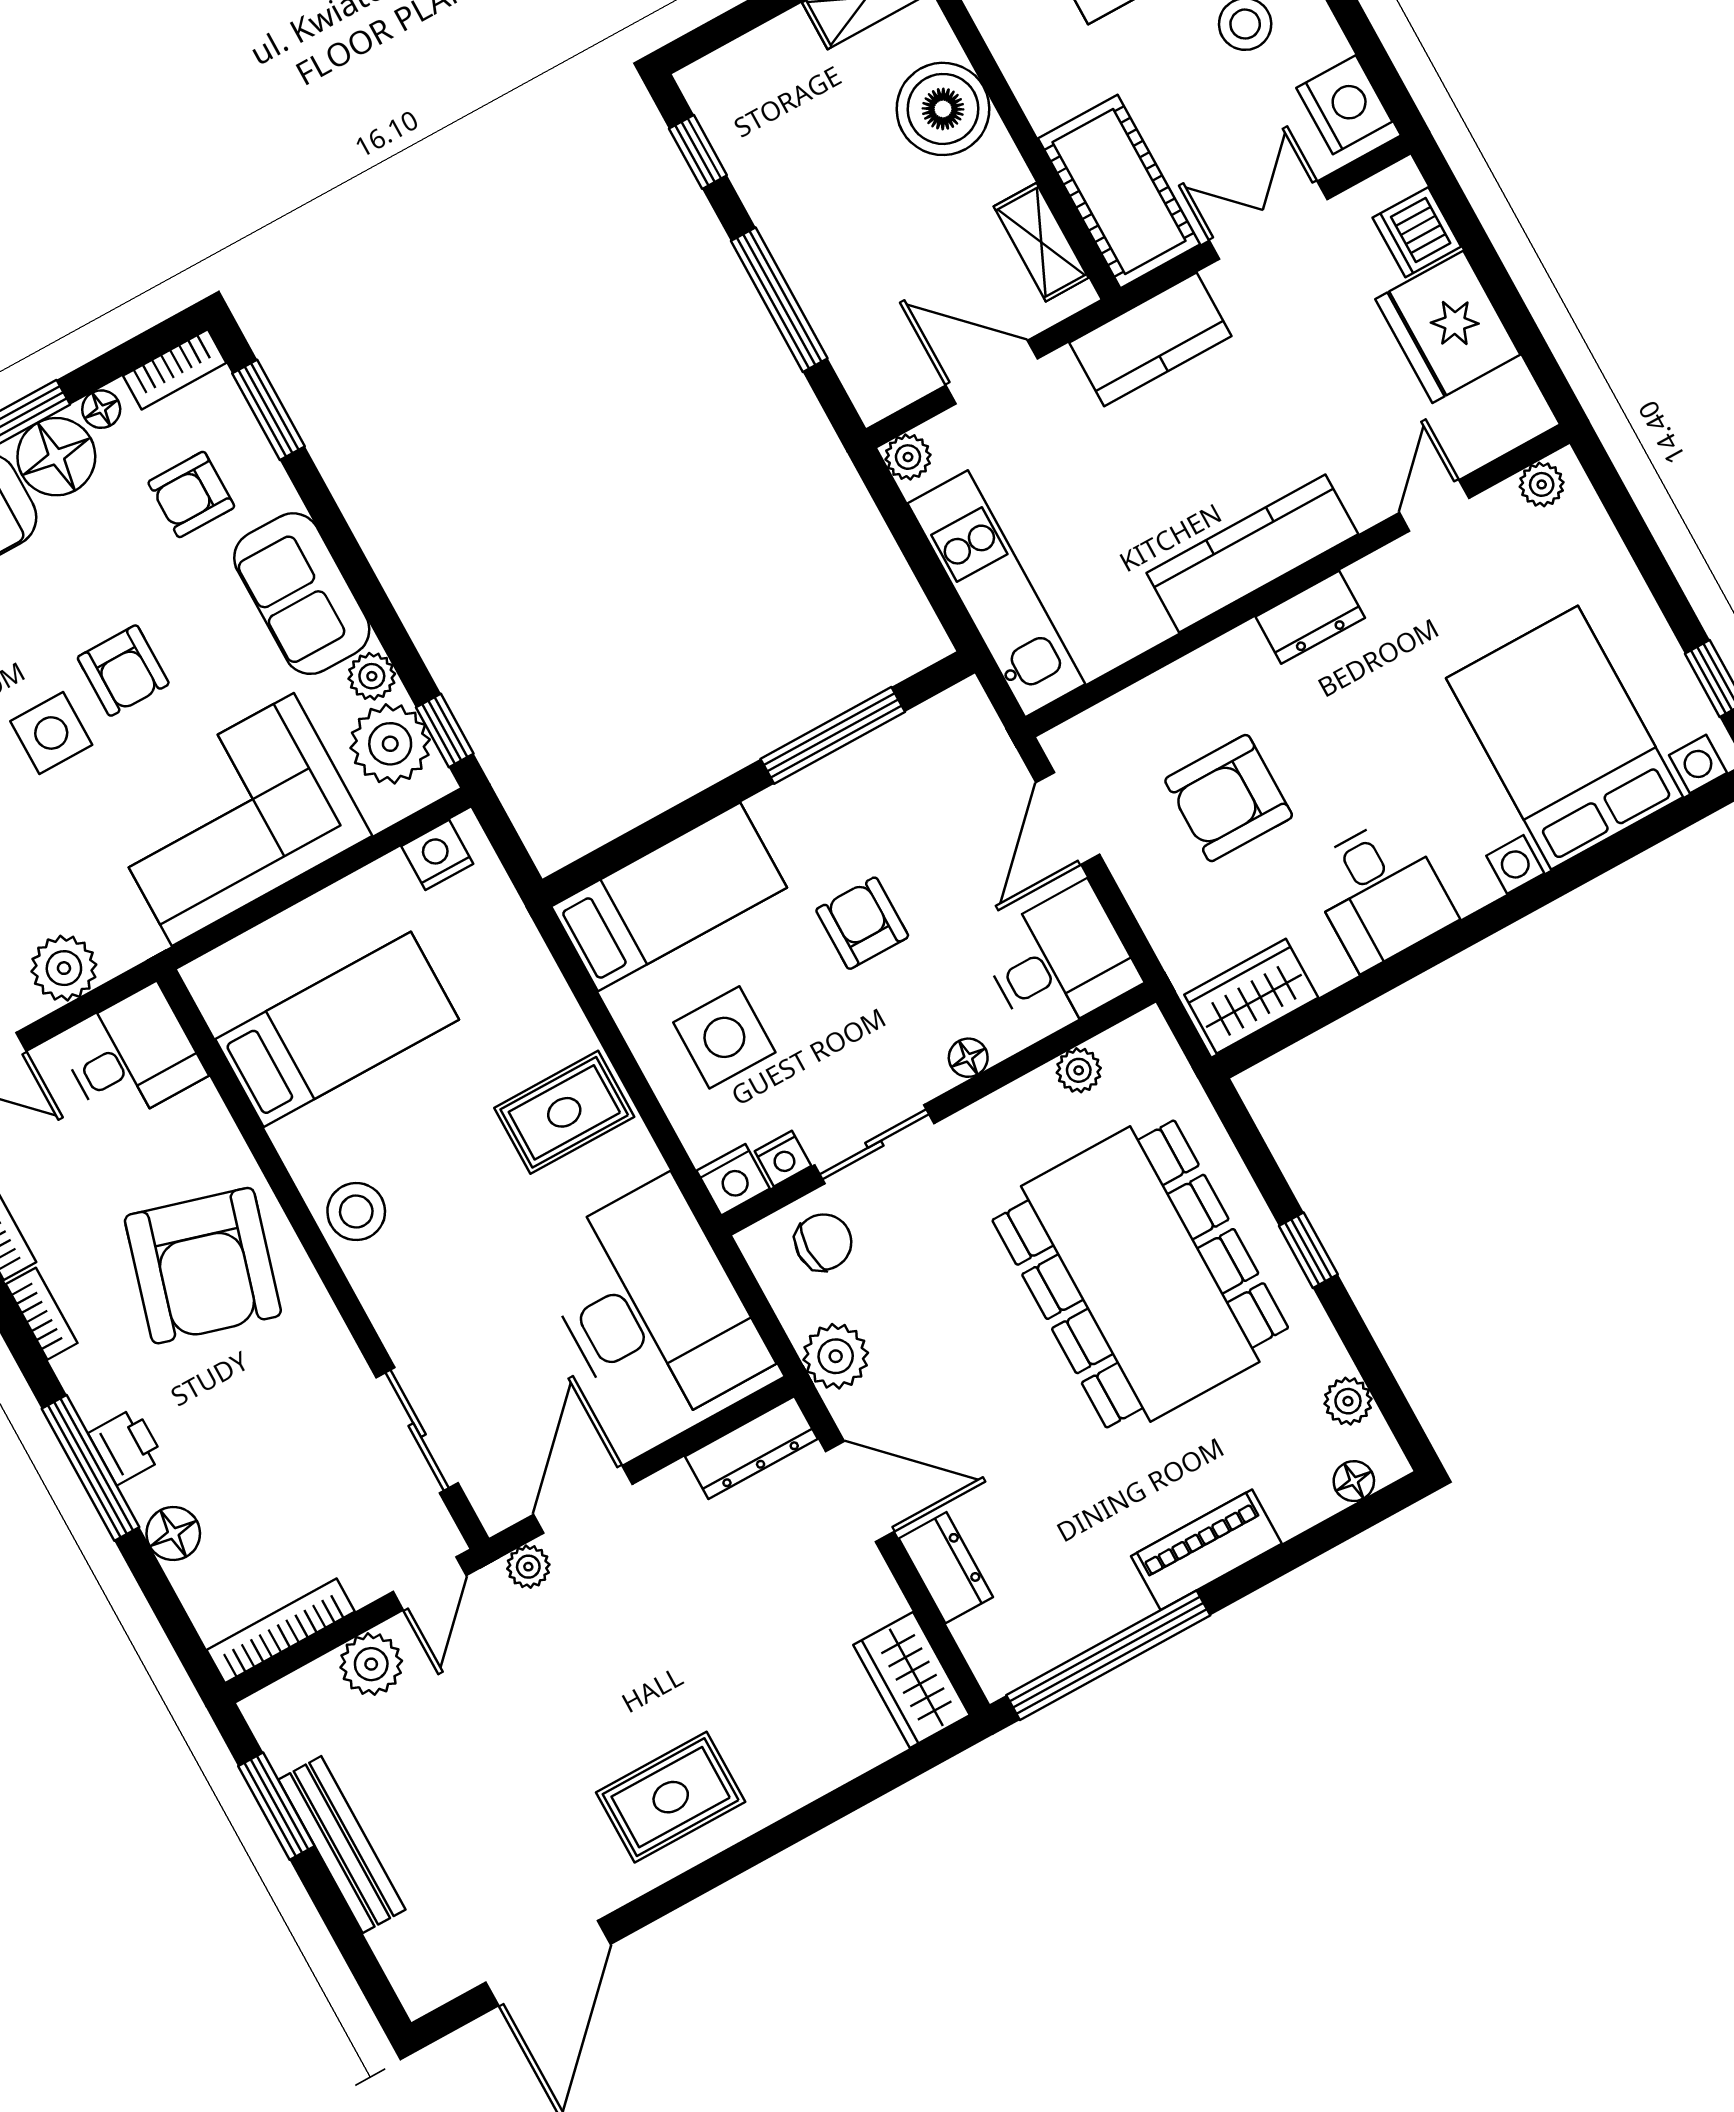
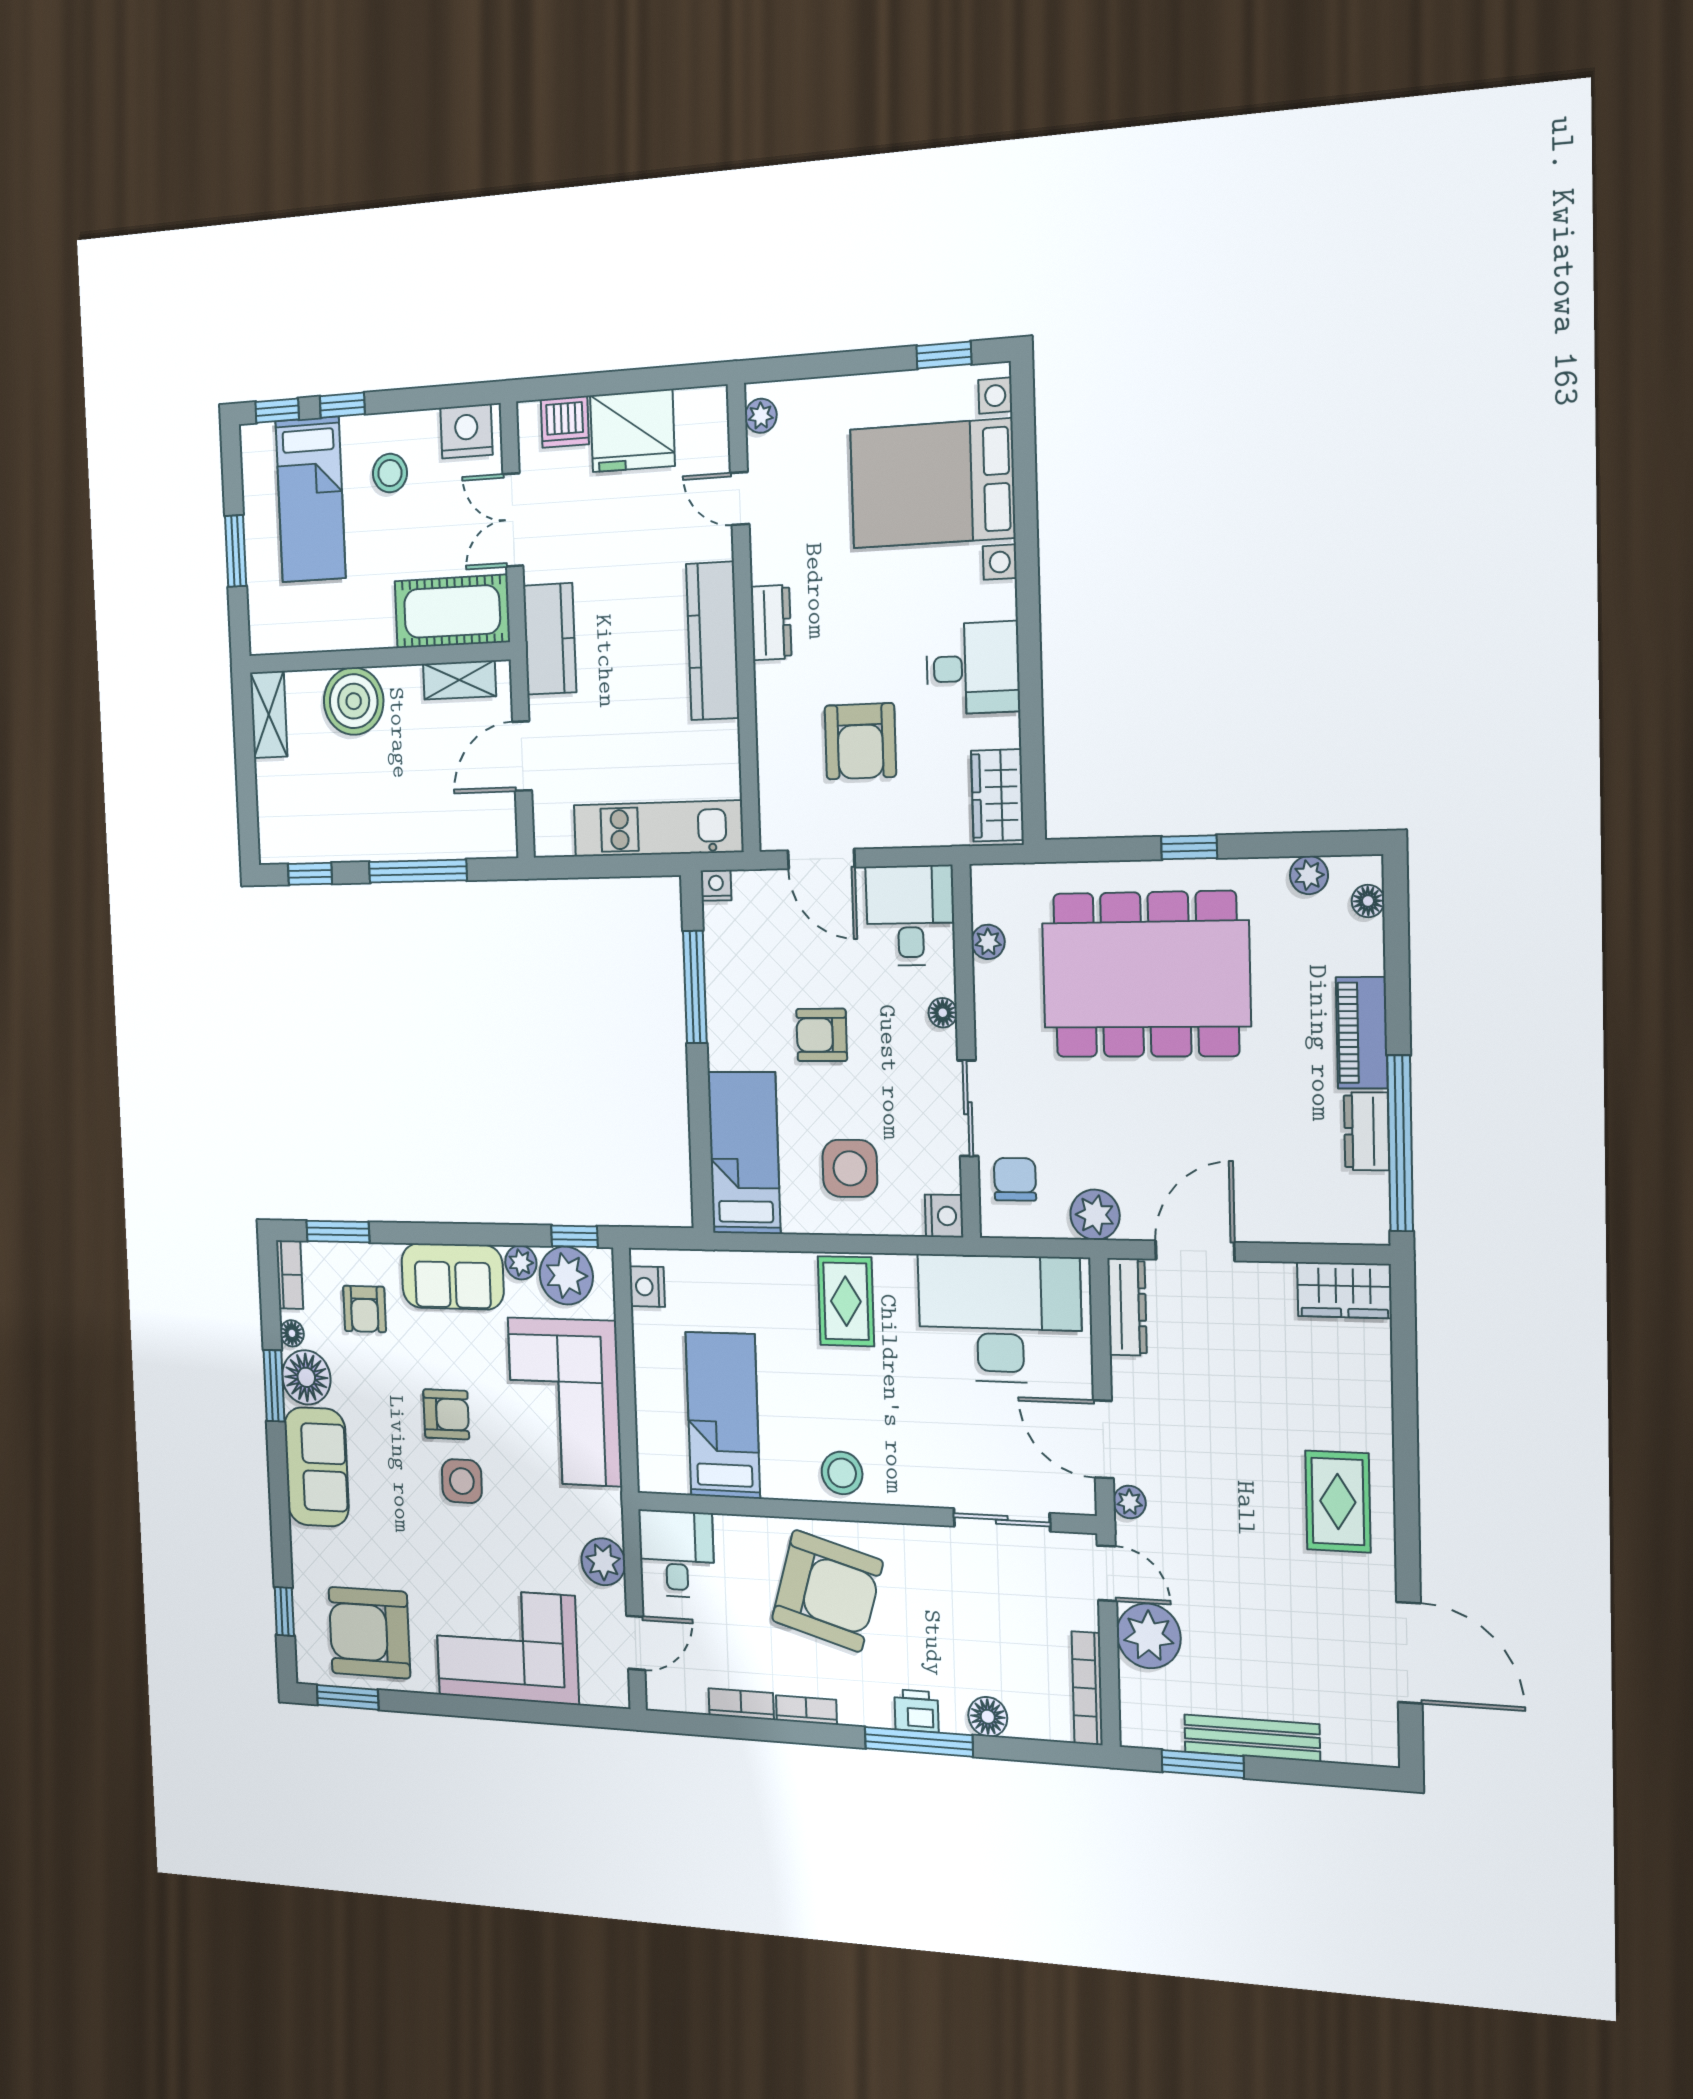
plant: (908, 457) -> (548, 840), removed
nightstand: (783, 1159) -> (716, 885), moved, turned -90
dresser: (946, 1568) -> (1366, 1131), moved, turned -90
plant: (371, 1664) -> (1149, 1636), width x1.36, depth x1.36

